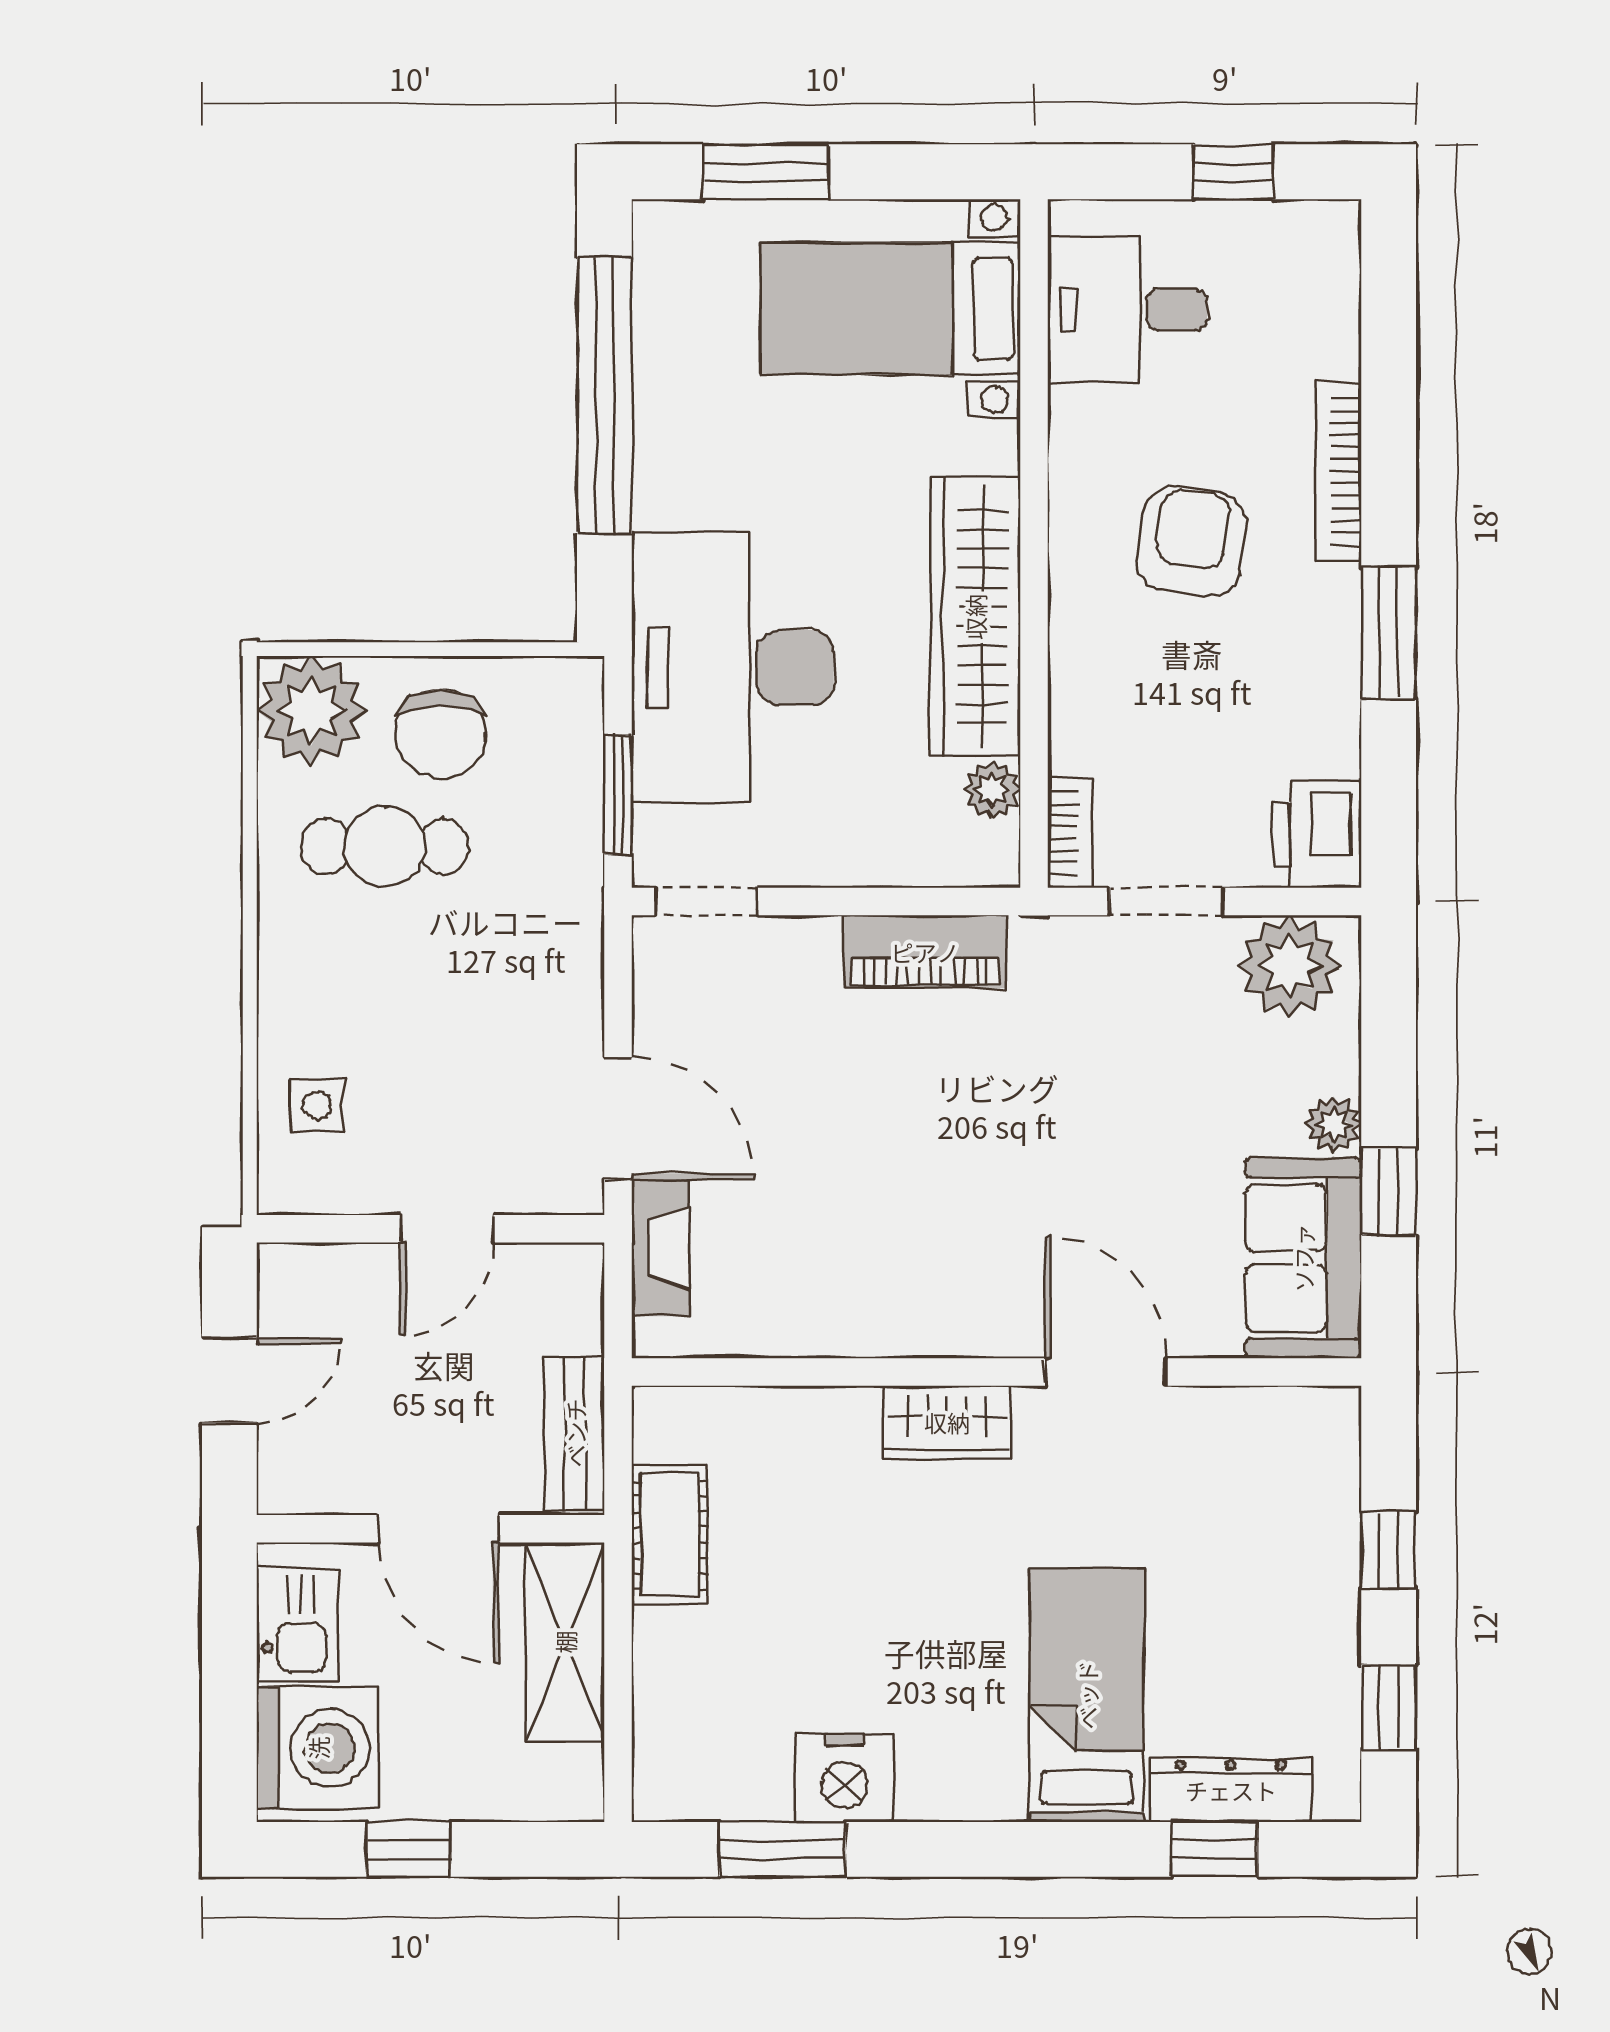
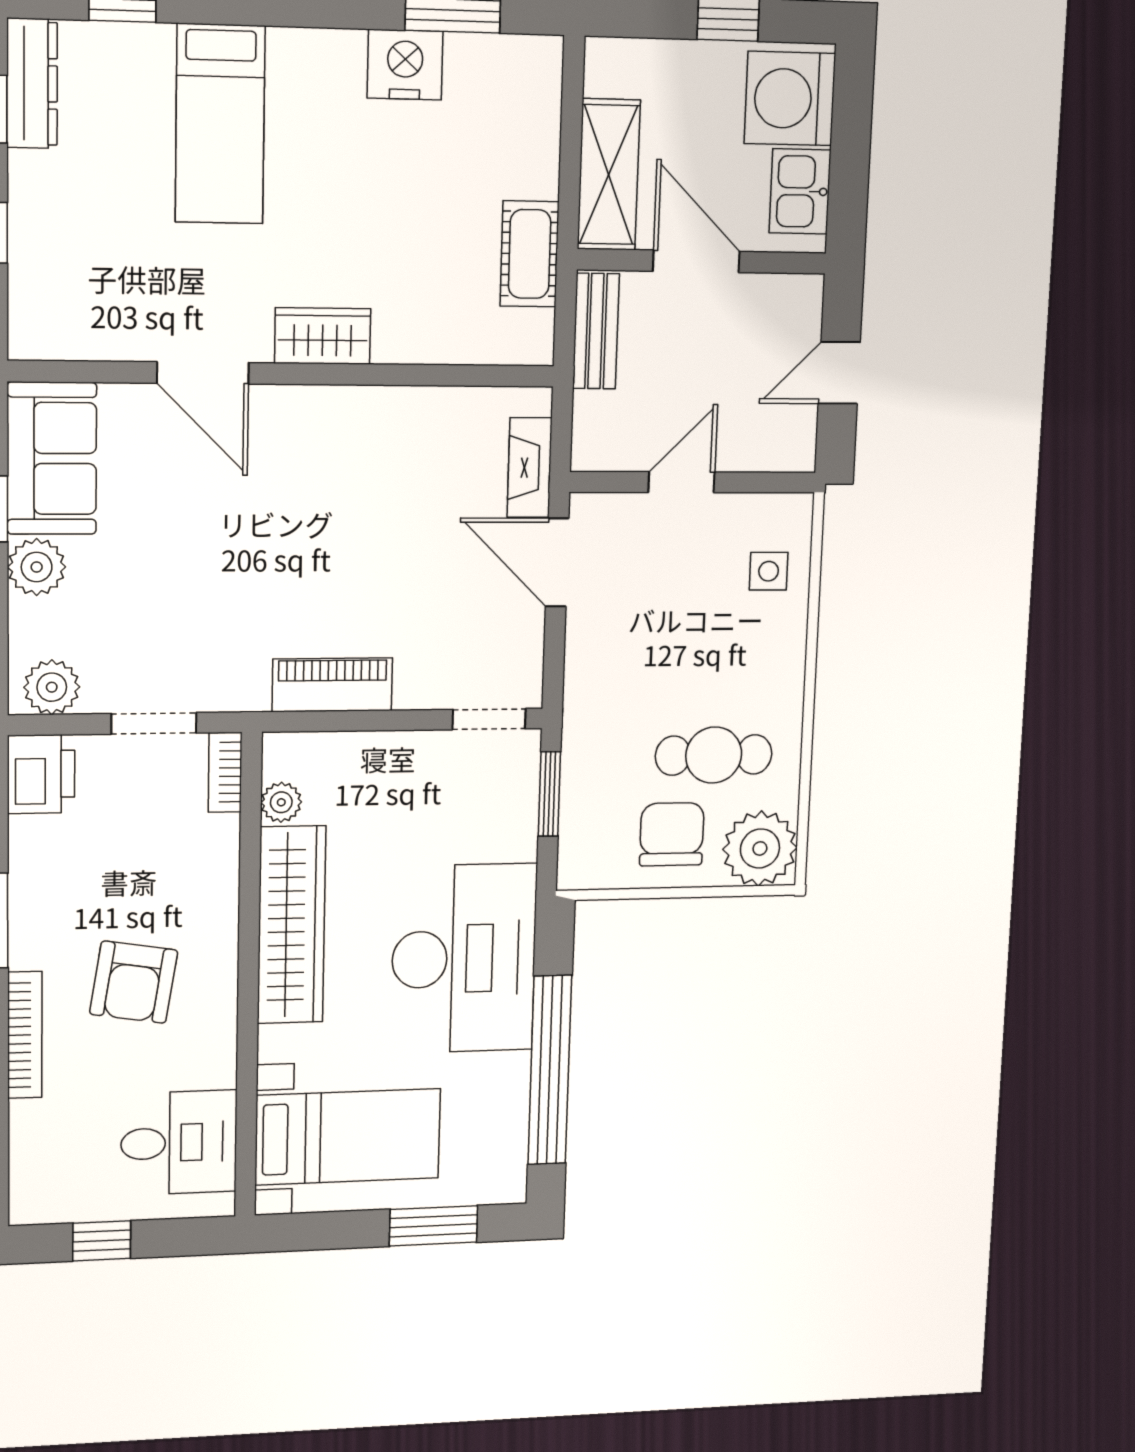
desk: (733, 668) -> (464, 959), moved
plant: (1289, 966) -> (52, 687), width x0.73, depth x0.73
plant: (1334, 1125) -> (37, 567), width x1.38, depth x1.38
dresser: (1231, 1790) -> (32, 83), moved, turned -90

